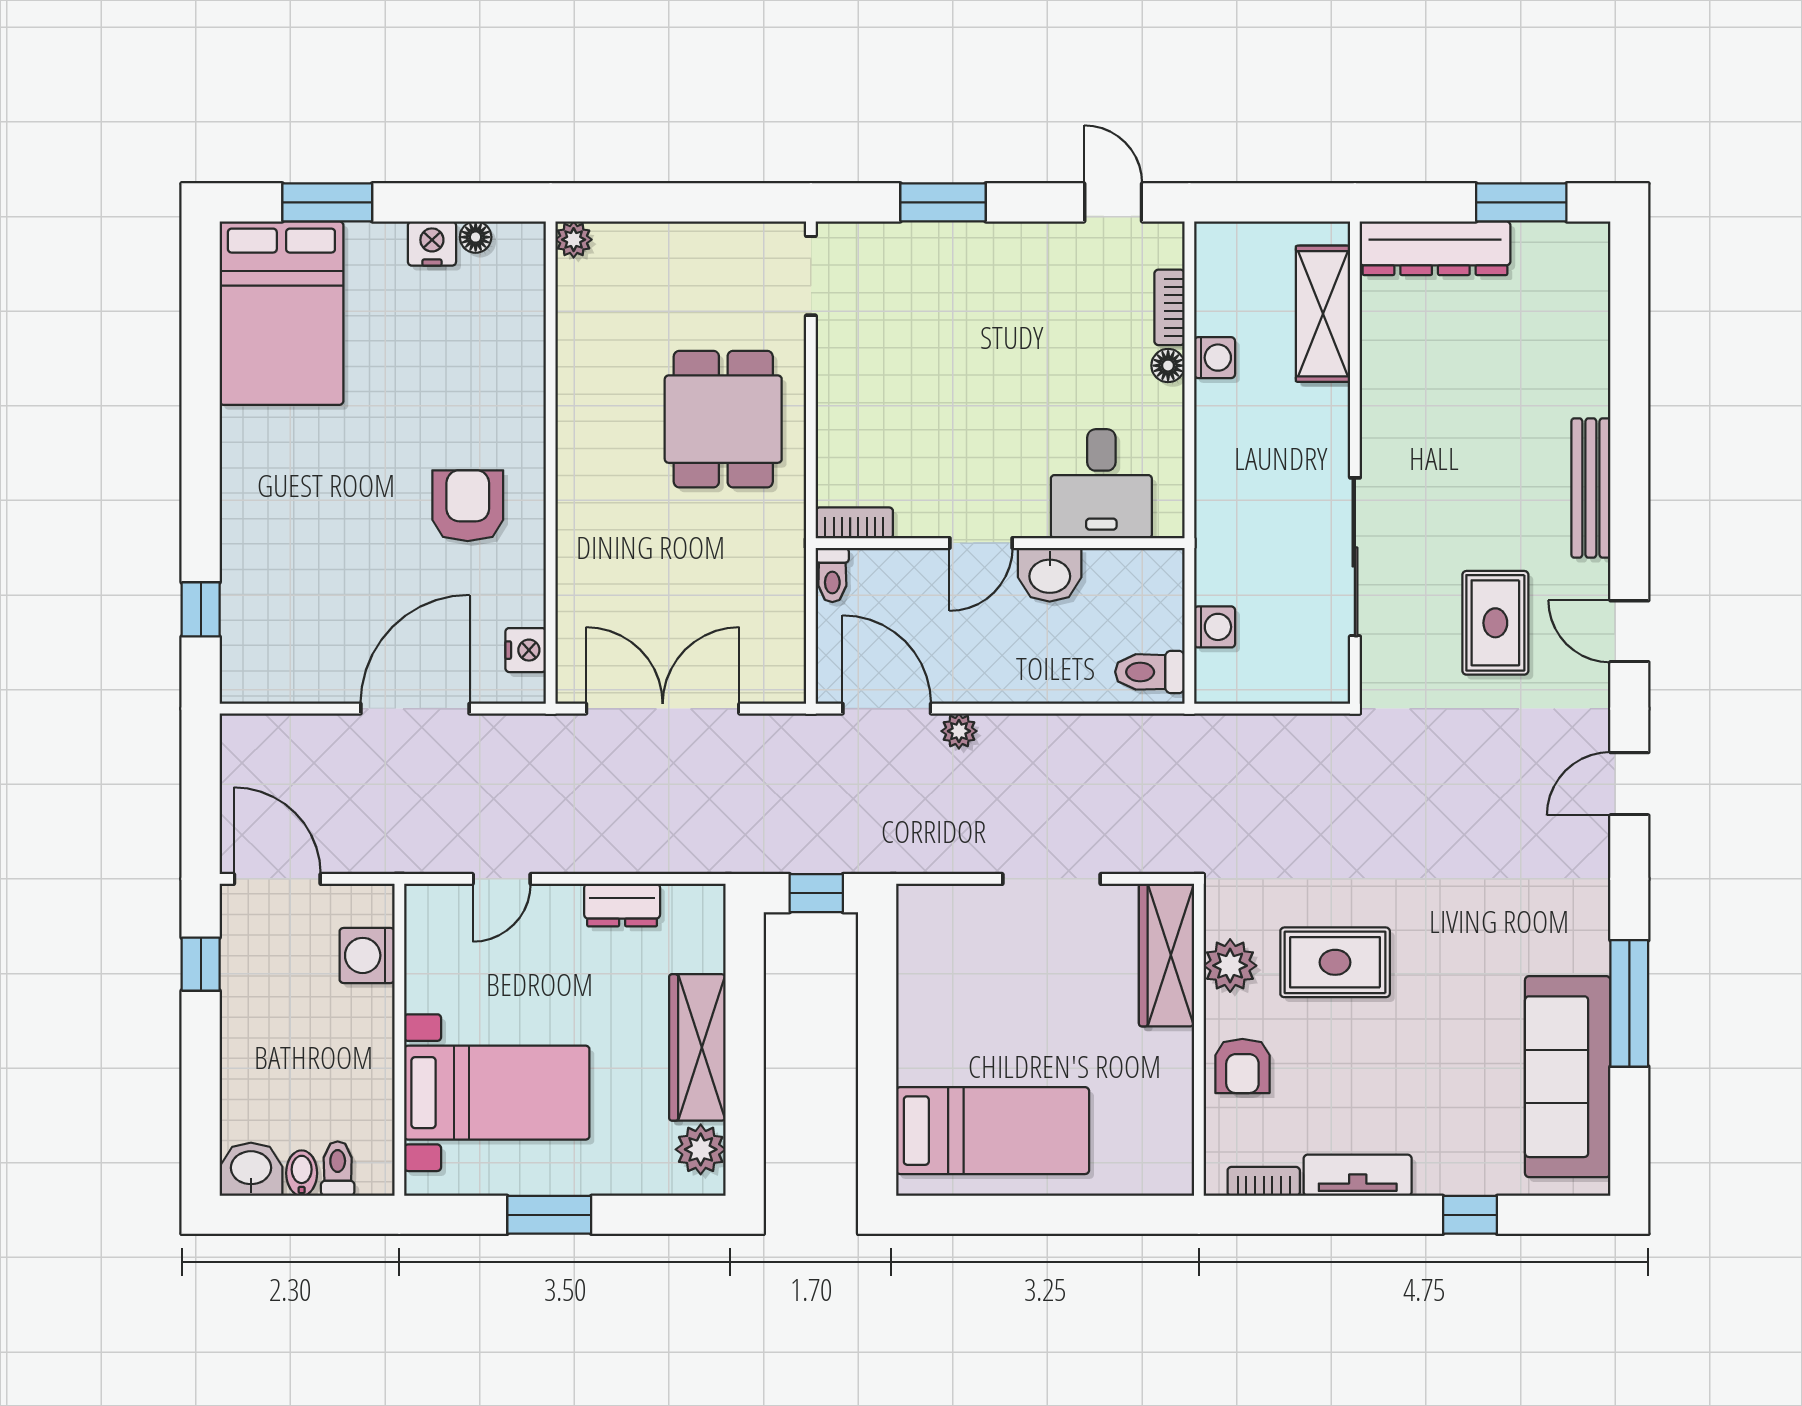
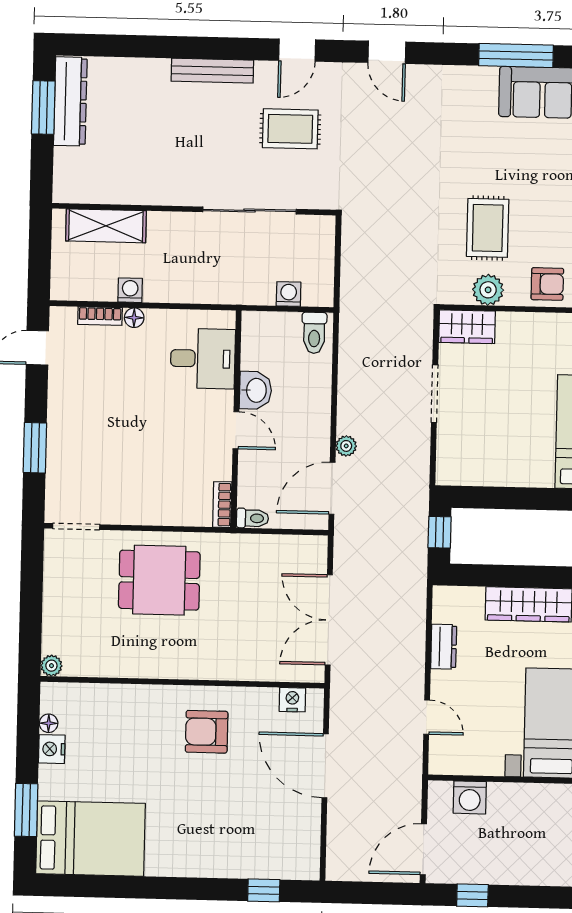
dresser: (1435, 248) -> (70, 101), moved
wardrobe: (1166, 955) -> (467, 327), width x0.67

